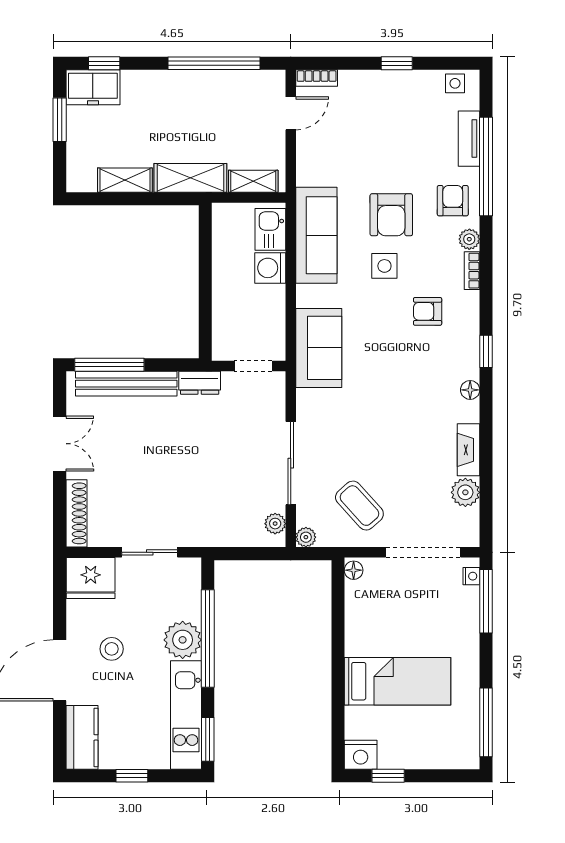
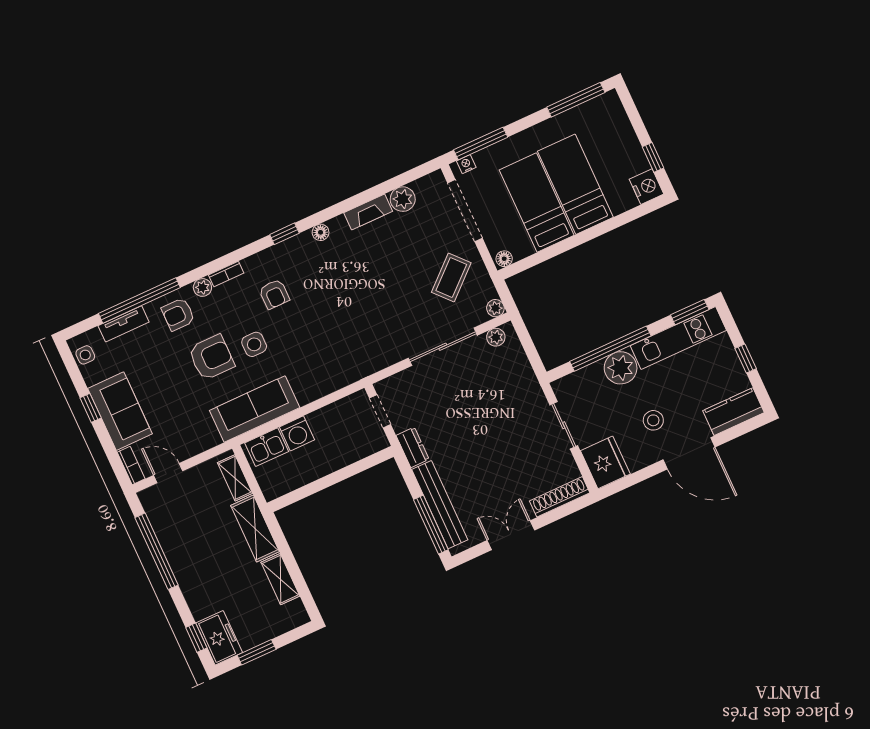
sofa: (319, 348) -> (120, 411), moved, turned 90
bed: (397, 632) -> (537, 203), added

